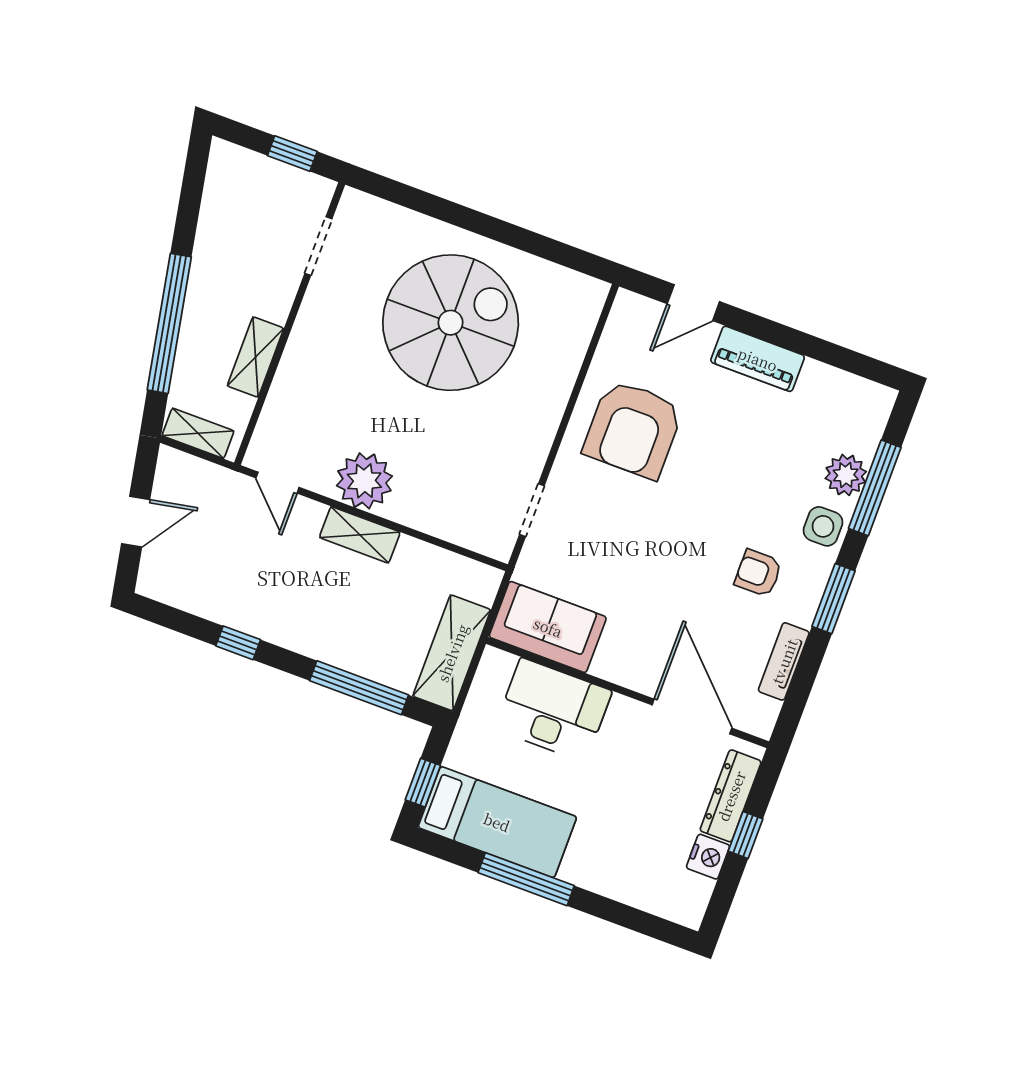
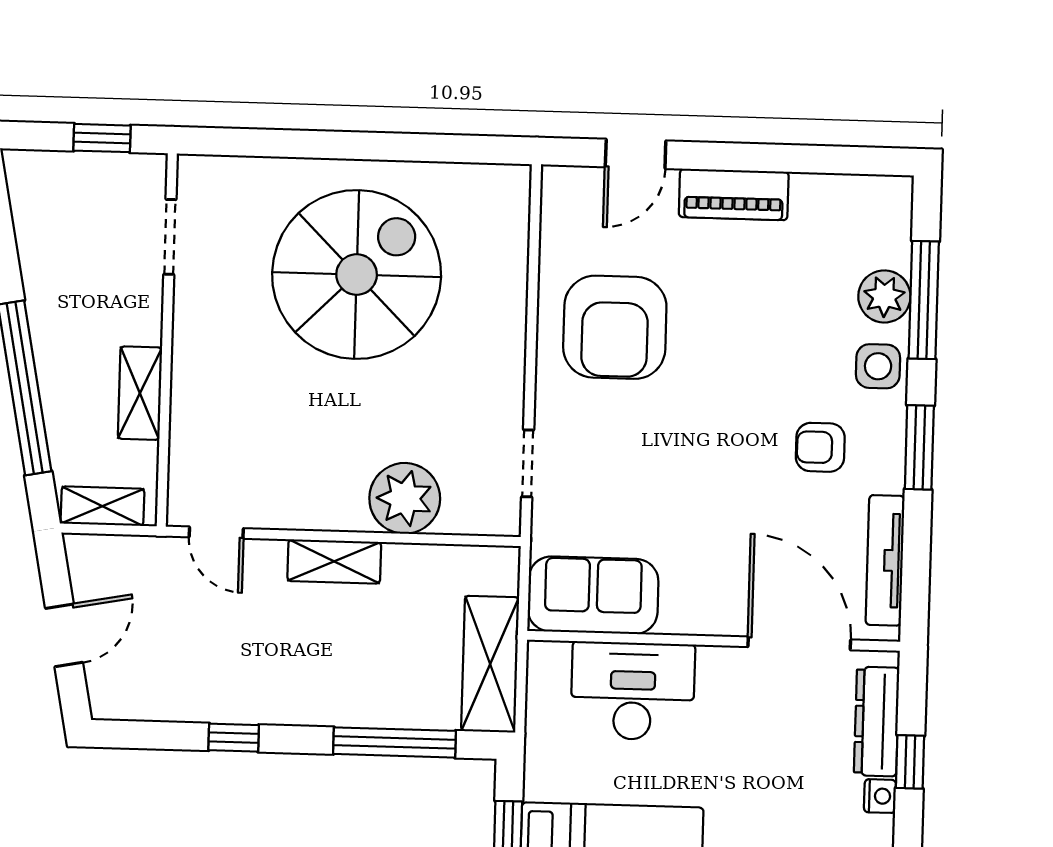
plant: (364, 481) -> (405, 498), moved
tv unit: (784, 661) -> (885, 560), width x1.41
nightstand: (708, 857) -> (880, 796), width x0.72, depth x0.74

